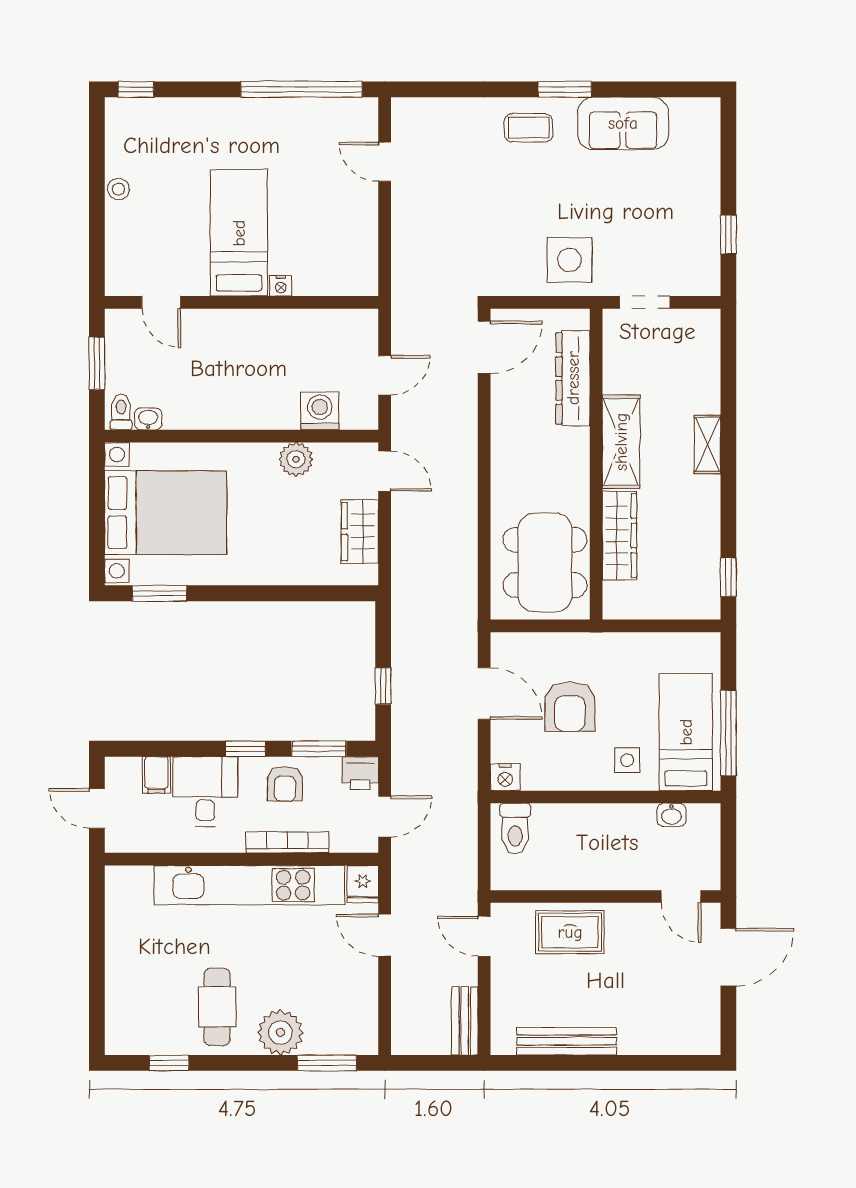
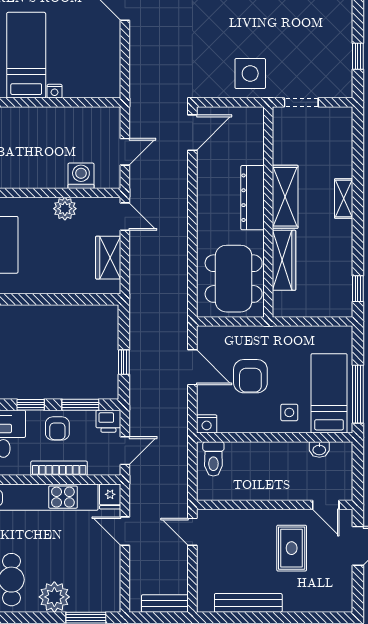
dresser: (573, 378) -> (252, 198), moved
rug: (570, 932) -> (292, 548), moved, turned 90
bench: (465, 1021) -> (165, 603), moved, turned 90

